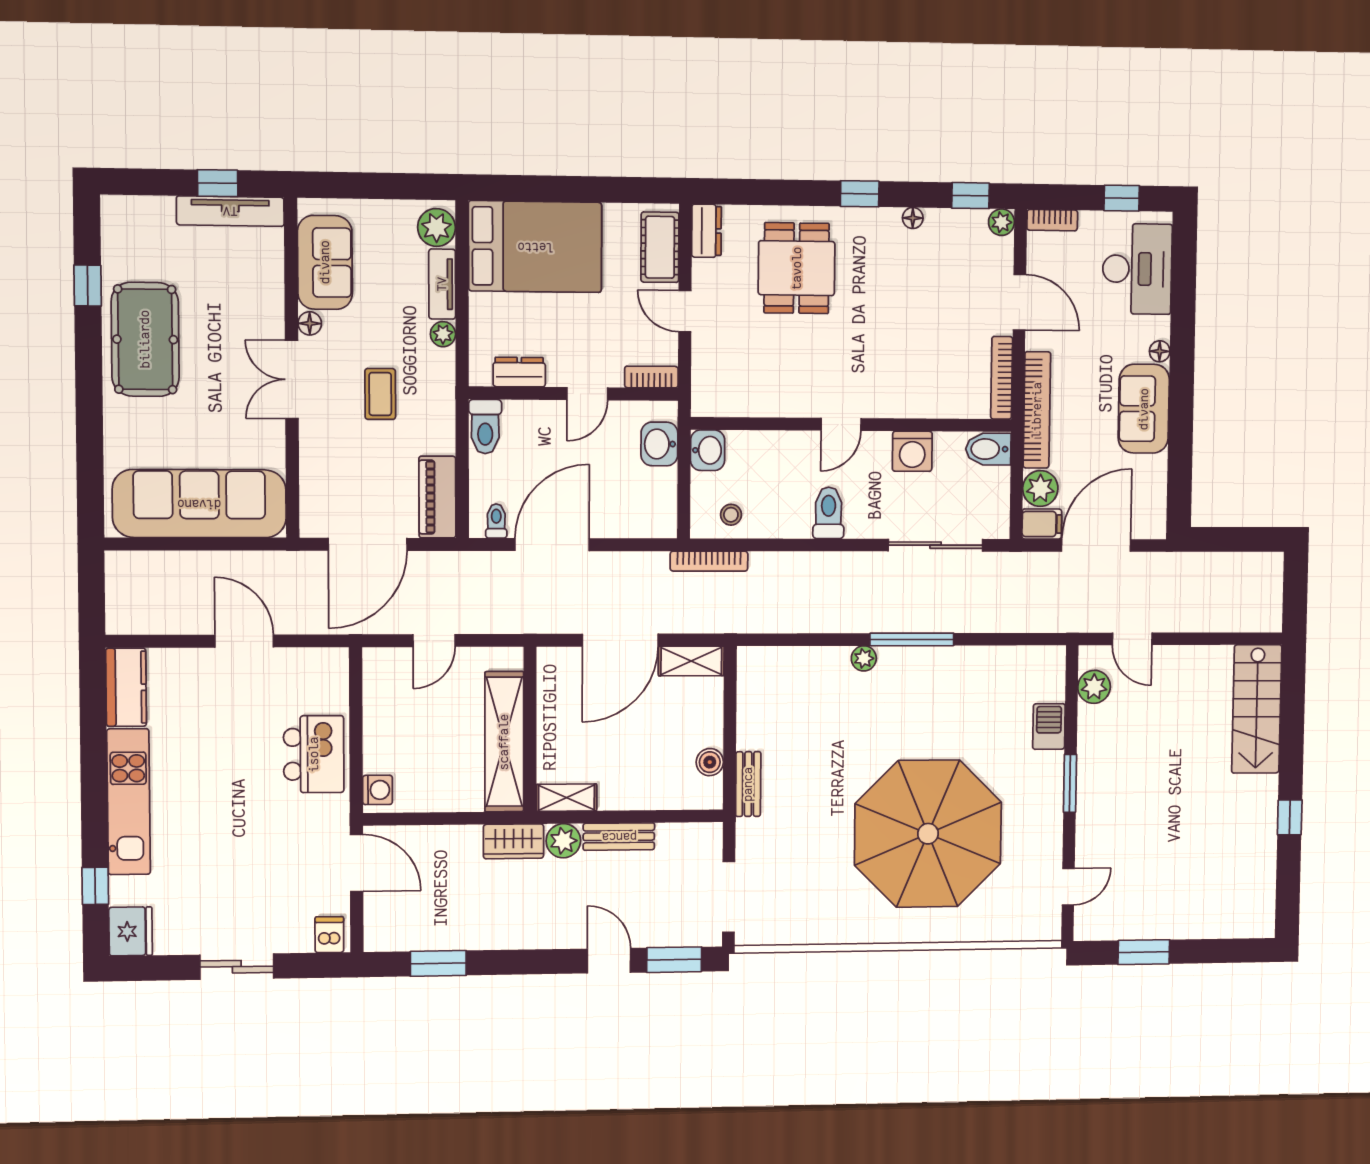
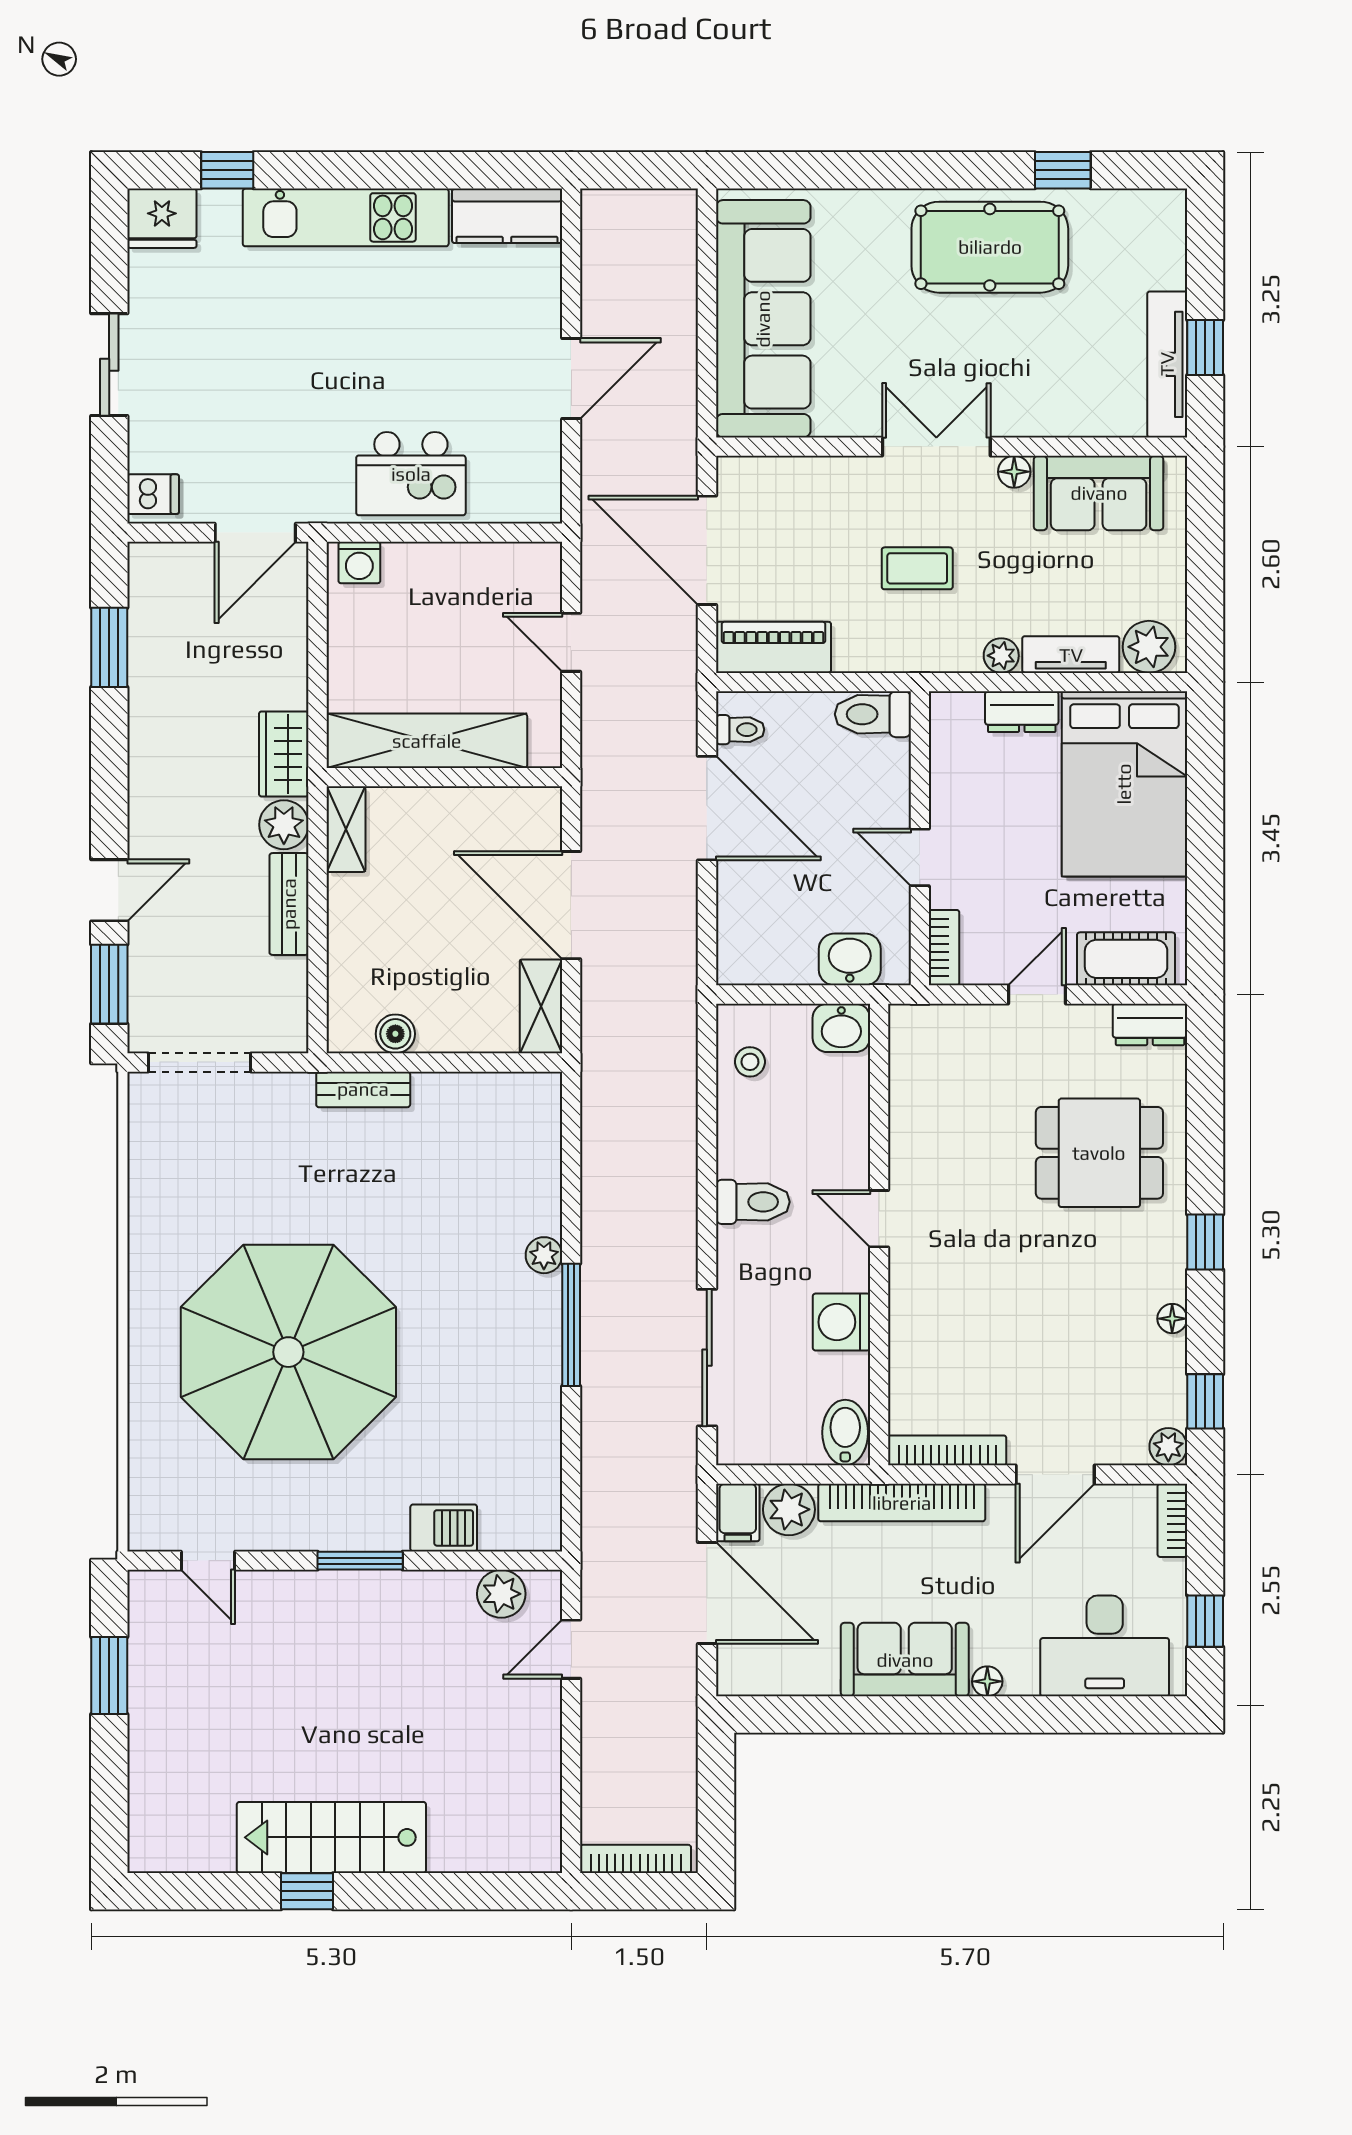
dresser: (519, 372) -> (1022, 712), moved, turned 90
bookcase: (709, 561) -> (636, 1859), moved, turned 90
stairs: (1257, 709) -> (331, 1837), moved

